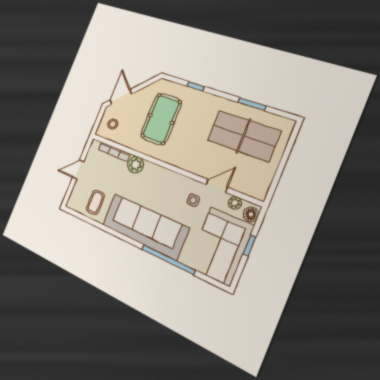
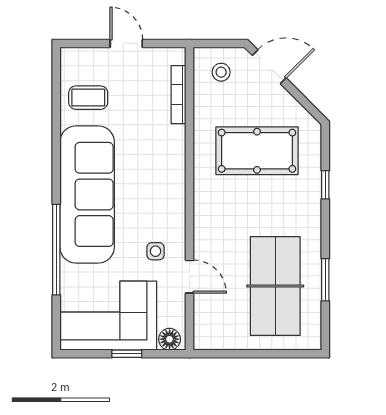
plant: (136, 165) -> (172, 139), removed
plant: (235, 203) -> (176, 312), removed

